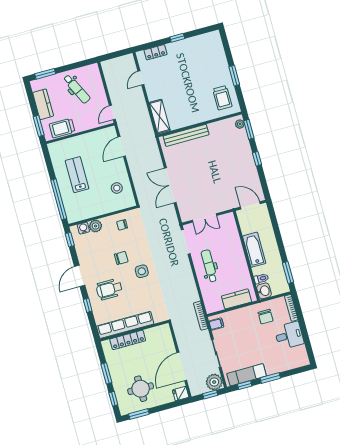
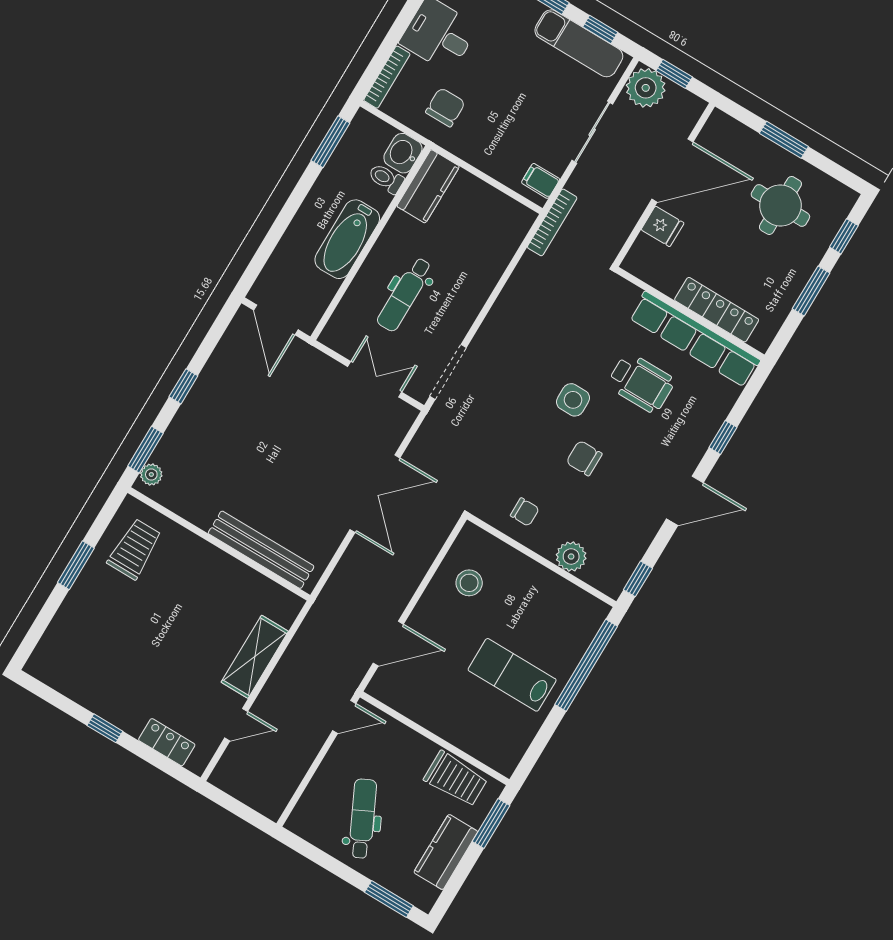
shelving: (160, 116) -> (255, 657), moved
lab bench: (77, 175) -> (512, 675), turned 90
water cooler: (83, 228) -> (595, 574), removed
dental chair: (209, 266) -> (405, 294), moved
wheelchair: (109, 289) -> (641, 383), moved
kitchen counter: (237, 299) -> (428, 186), moved, turned -90
fridge: (181, 394) -> (663, 226), moved
window: (139, 414) -> (784, 140), moved

